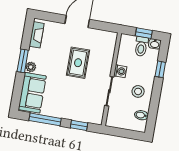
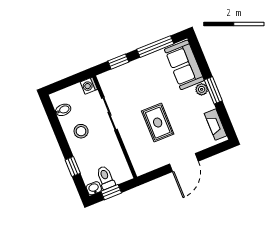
washing machine: (120, 71) -> (89, 86), moved

